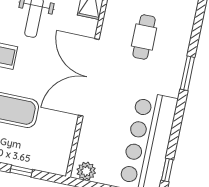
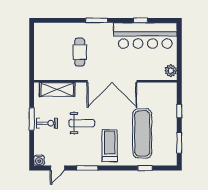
cafe table: (144, 37) -> (80, 52), turned 90
window: (167, 170) -> (140, 20), moved

